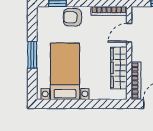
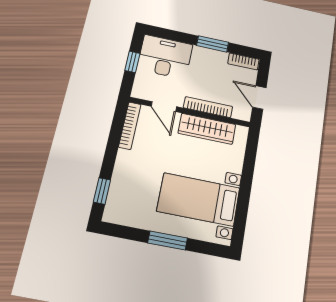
armchair: (72, 17) -> (128, 175), removed
bookcase: (136, 80) -> (208, 107), moved

